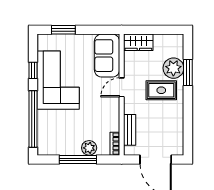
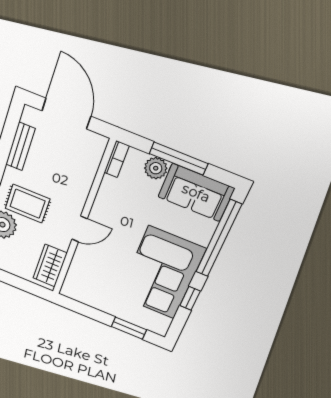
wardrobe: (138, 42) -> (50, 266), moved, turned -90
sofa: (107, 56) -> (196, 193), moved, turned 90
bench: (130, 130) -> (20, 147), moved

